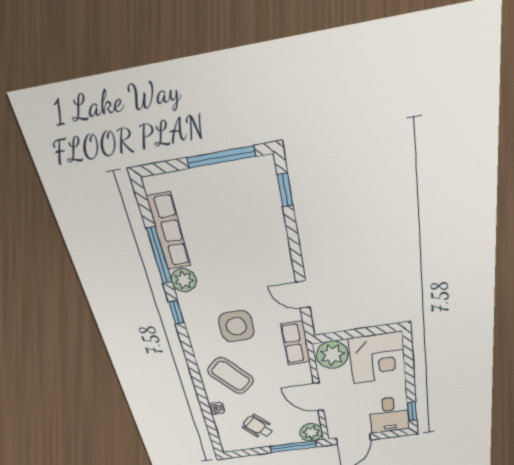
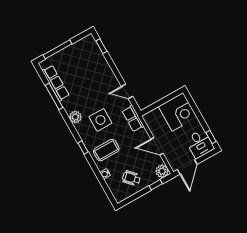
window: (221, 157) -> (58, 49), moved
plant: (184, 280) -> (75, 117), moved
window: (176, 312) -> (83, 148), moved
plant: (332, 355) -> (154, 118), removed
coffee table: (231, 376) -> (106, 150), turned -49
window: (293, 447) -> (156, 185), width x0.46

